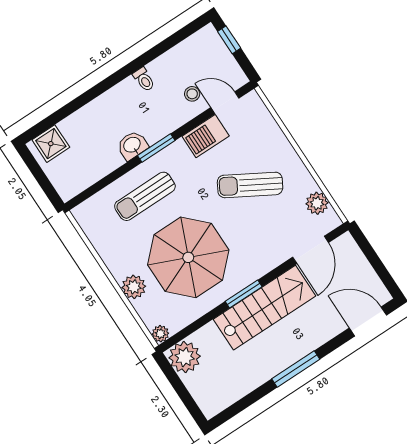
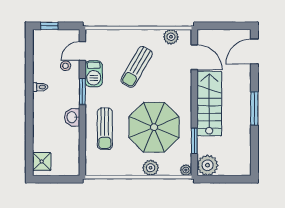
window: (156, 148) -> (82, 91), moved
window: (244, 294) -> (194, 141), moved

